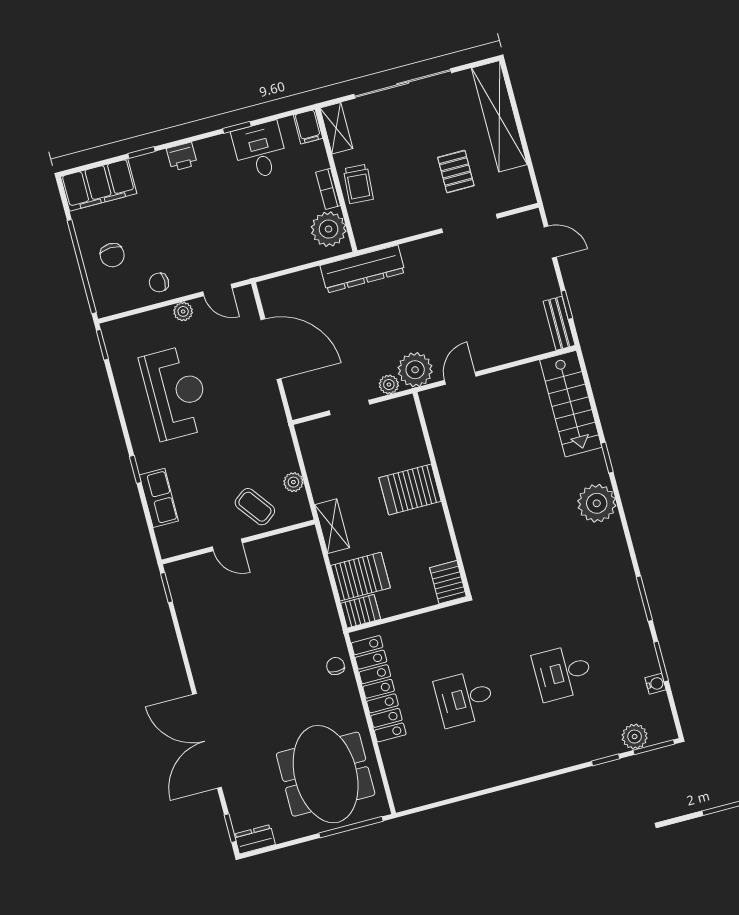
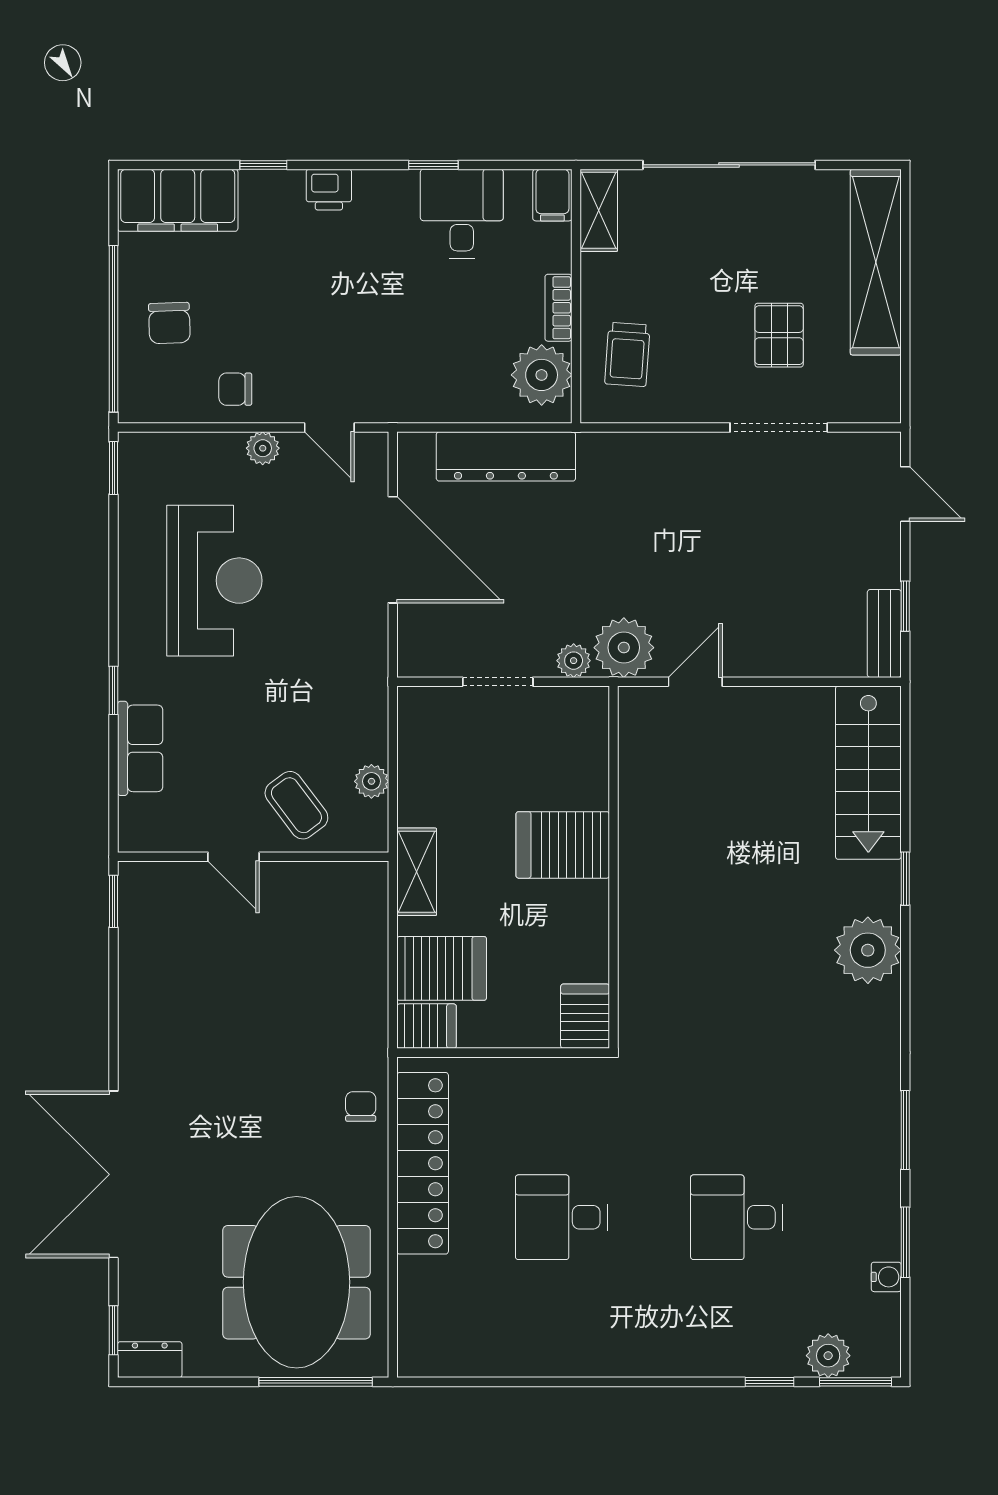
trolley: (358, 184) -> (627, 354), moved
dresser: (363, 269) -> (506, 456), moved

